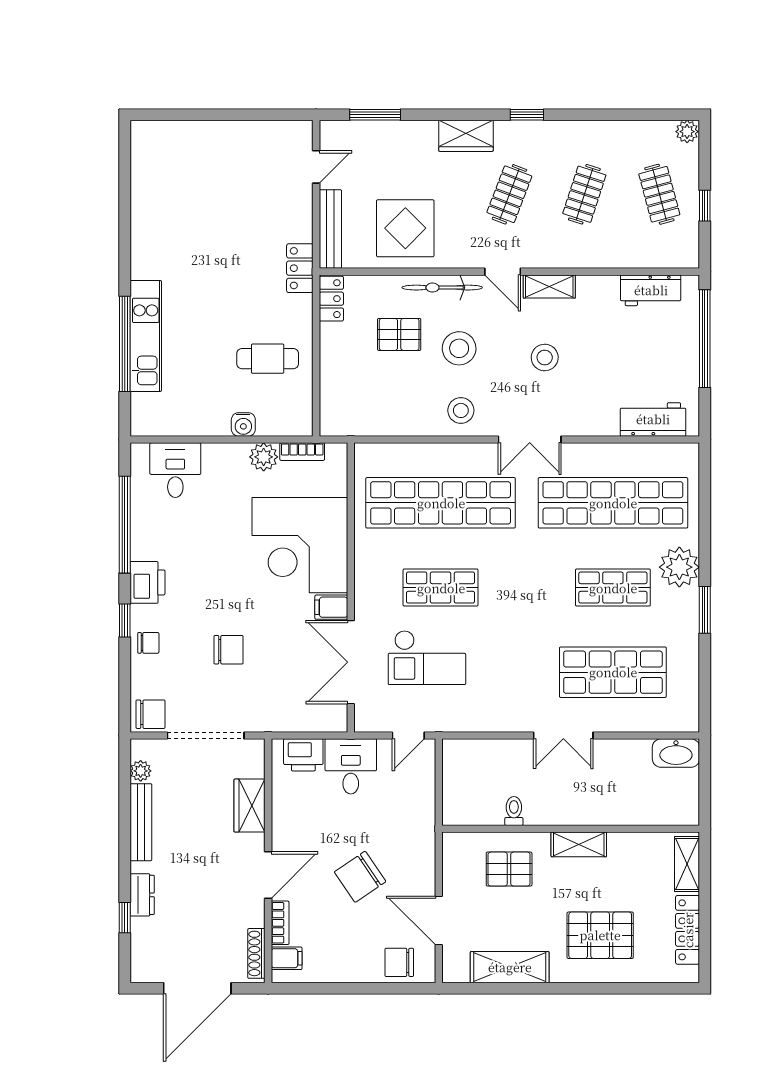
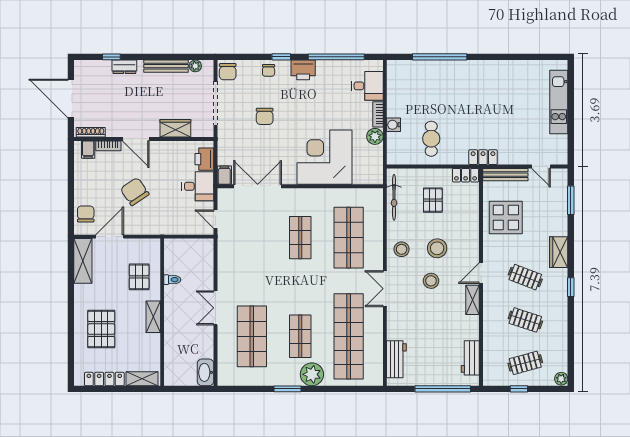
bicycle: (442, 288) -> (394, 197), moved, turned 180
pallet: (399, 334) -> (433, 200), moved
kitchen unit: (146, 336) -> (559, 102), moved, turned 90
stool: (545, 357) -> (431, 281), moved
bookcase: (302, 452) -> (378, 114), moved
shop shelf: (441, 503) -> (349, 238), width x0.71
filing cabinet: (331, 607) -> (224, 175), moved
checkout: (427, 658) -> (260, 230), removed
shelving: (510, 967) -> (83, 261), moved

